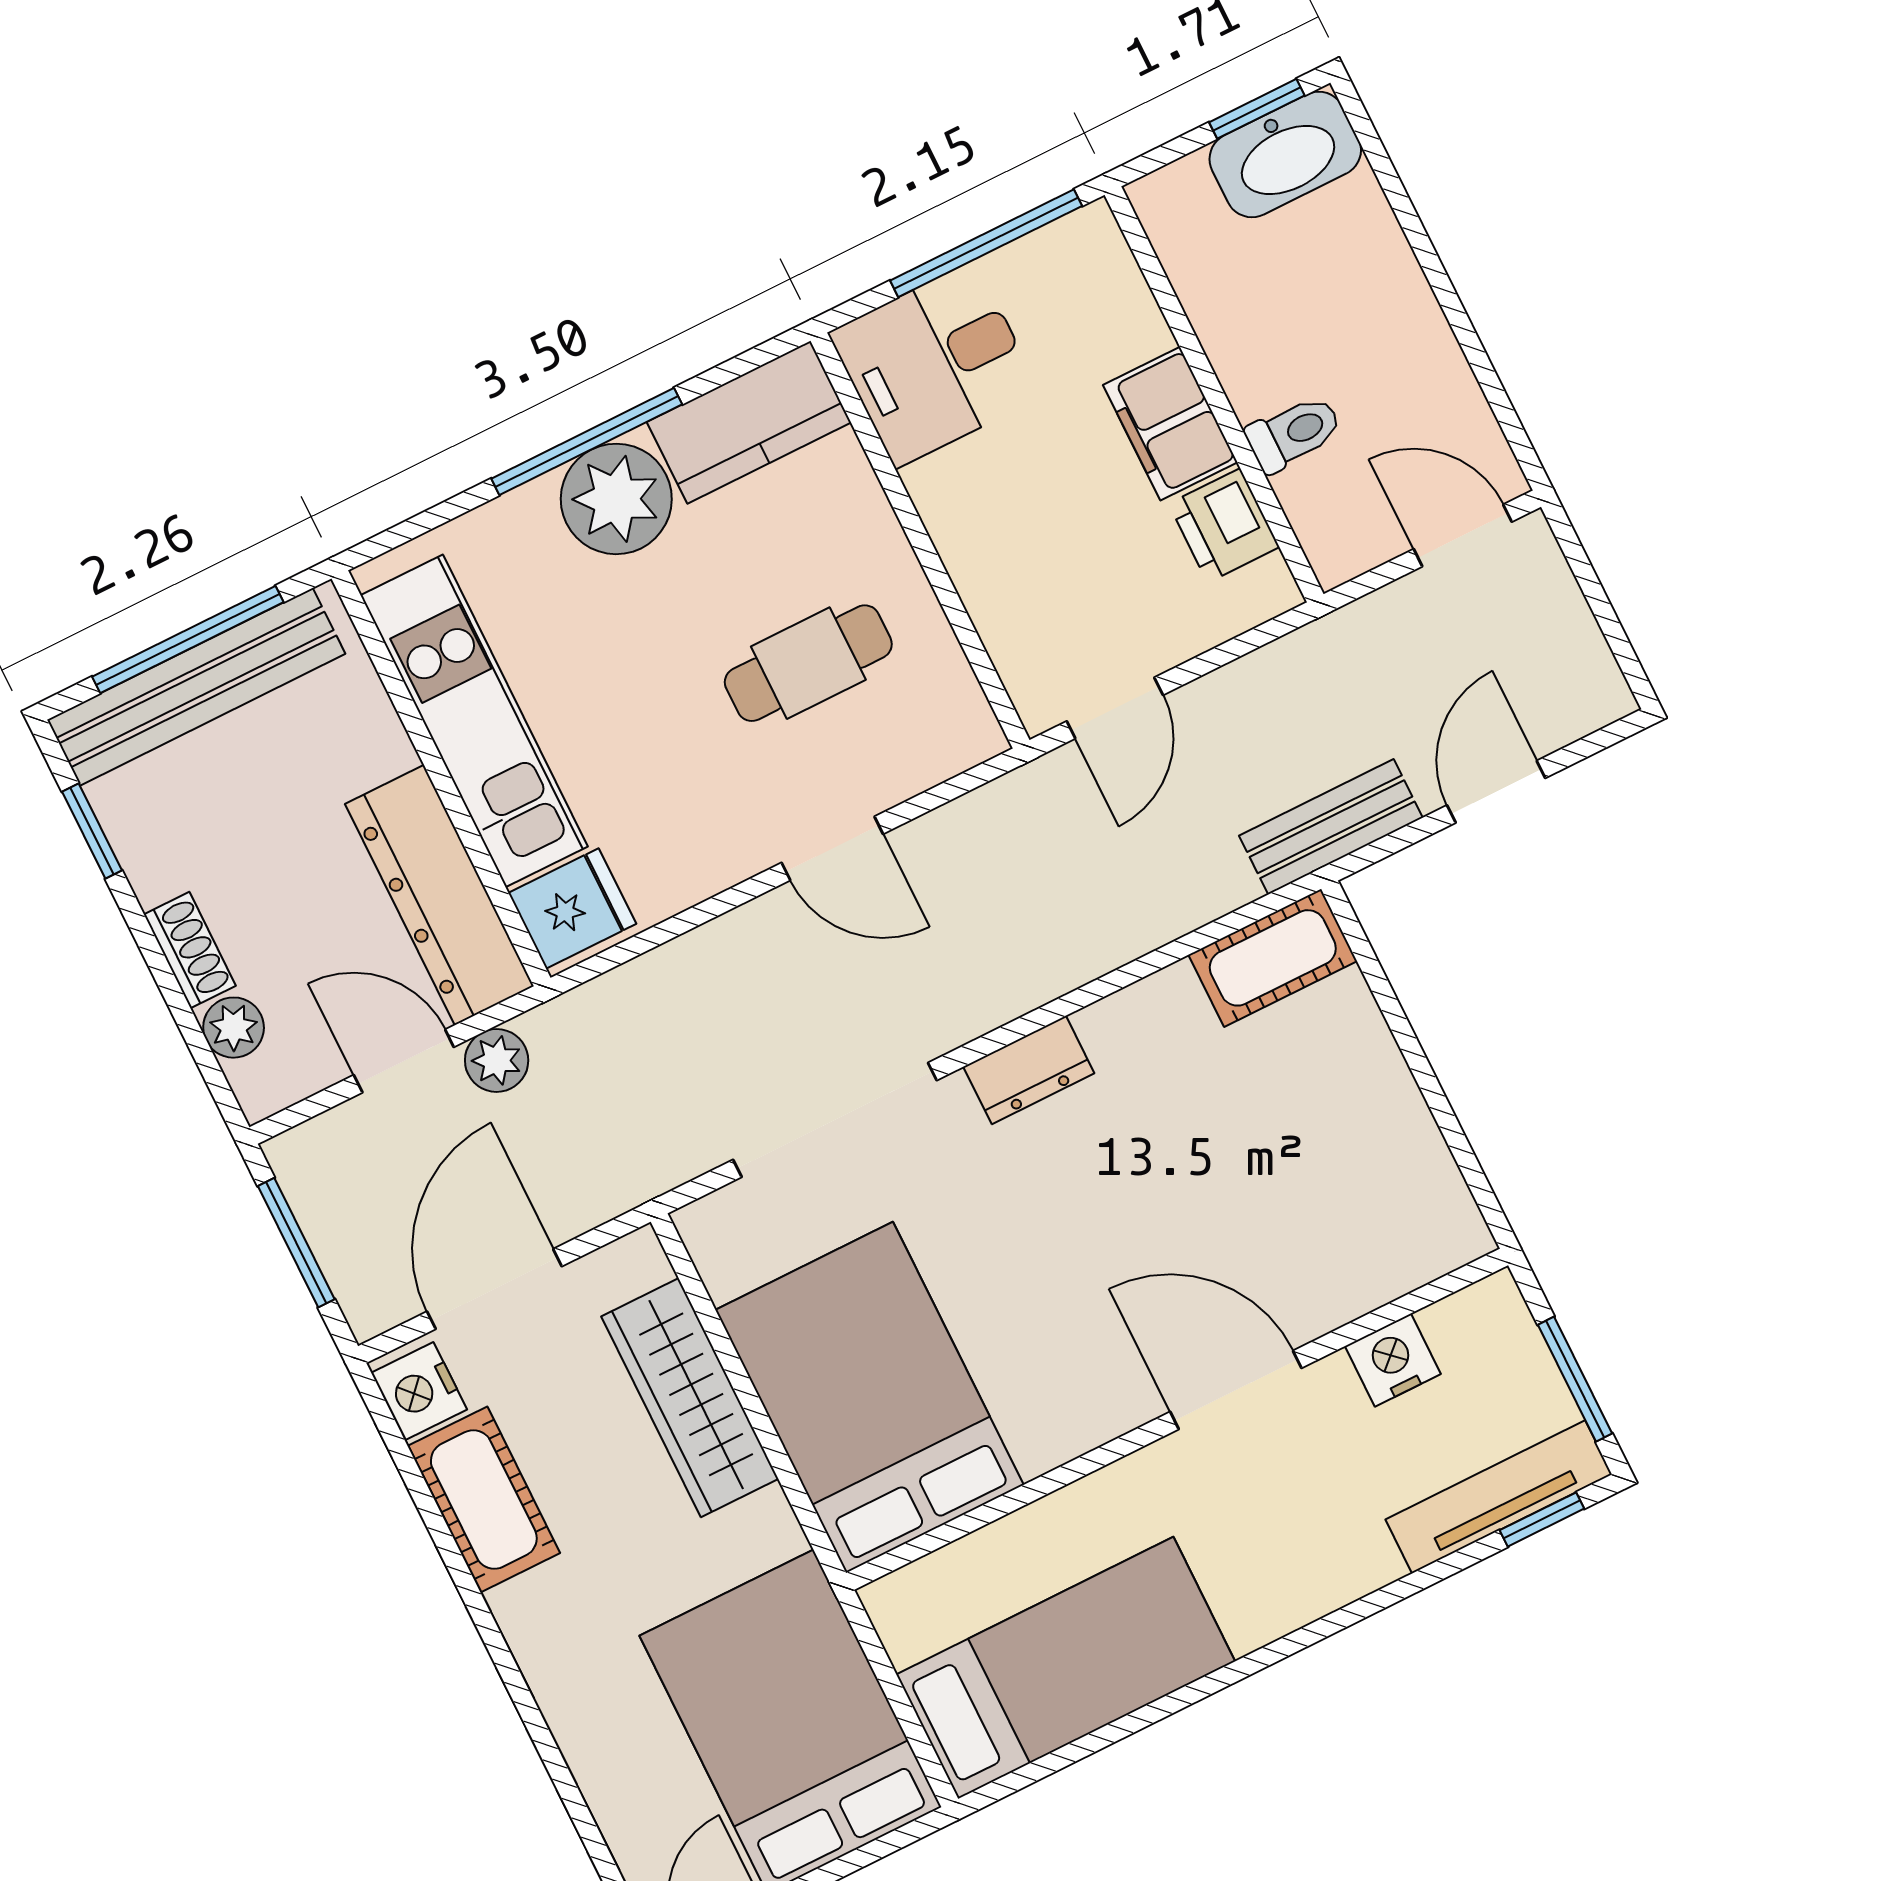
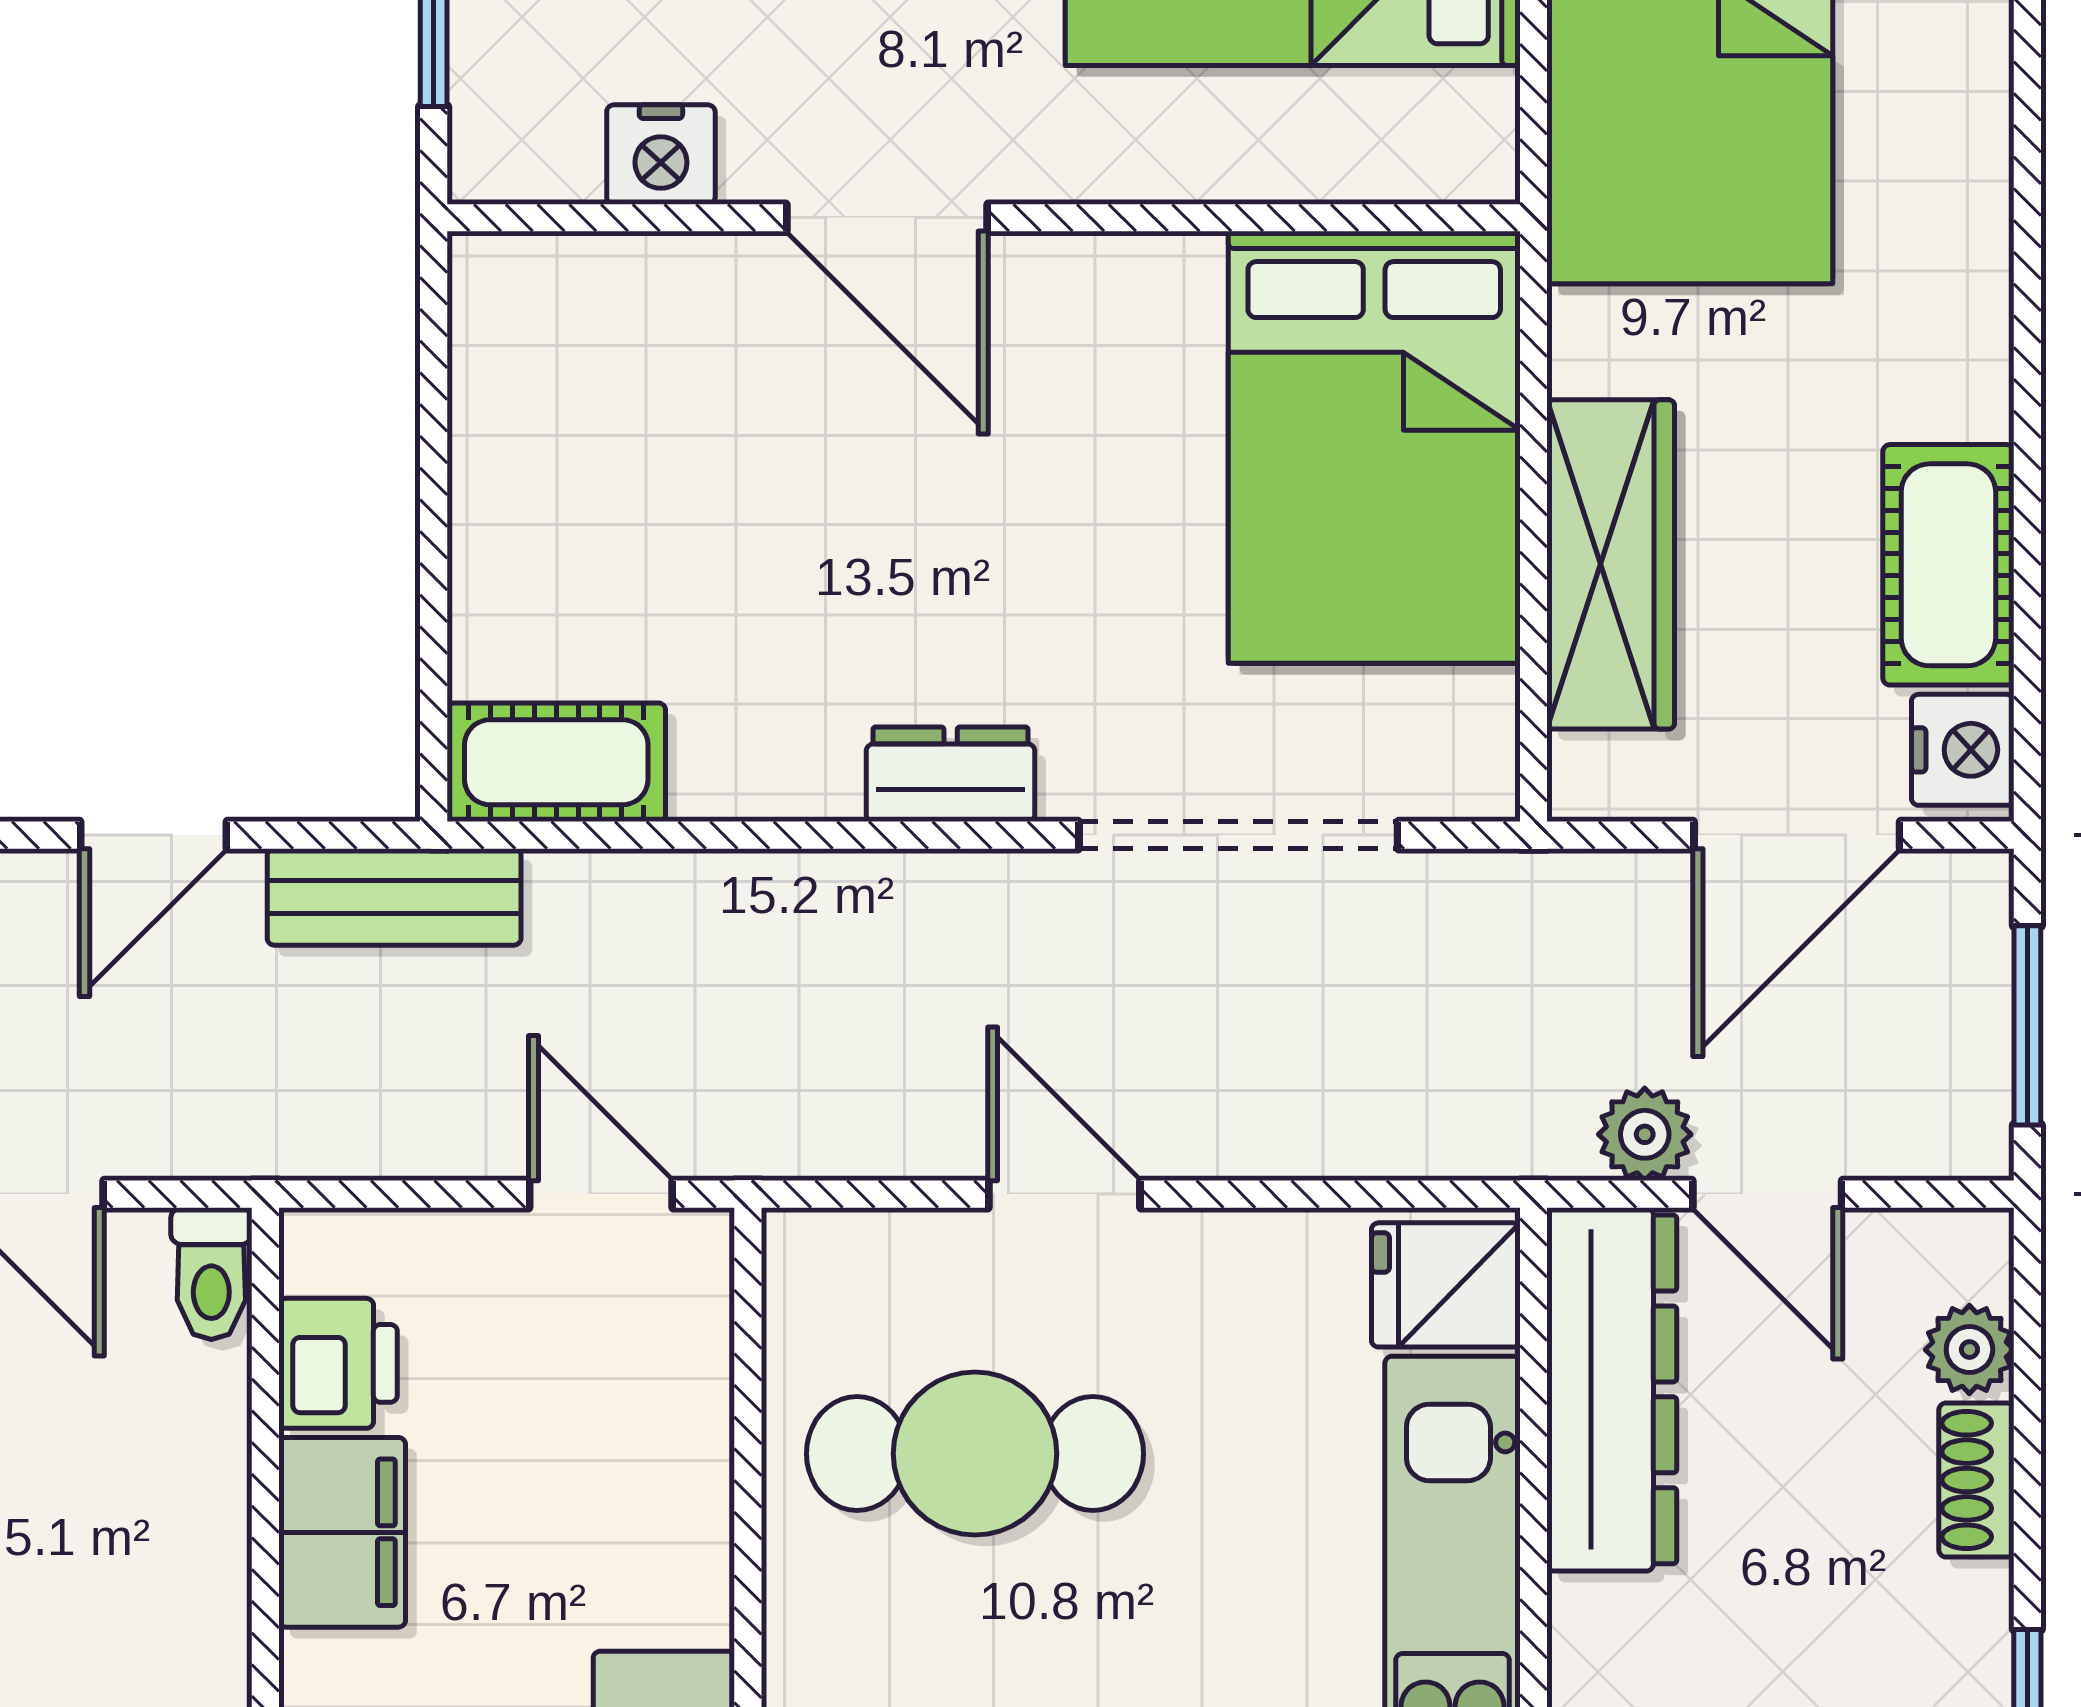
toilet: (1294, 433) -> (211, 1274), moved, turned -90
cafe table: (808, 663) -> (975, 1454), width x1.37, depth x1.35
door: (1115, 708) -> (601, 1194), hinge flipped

